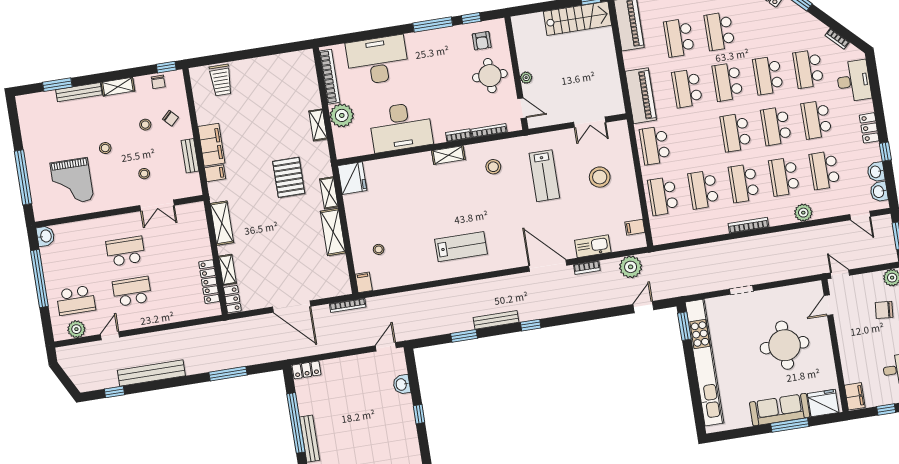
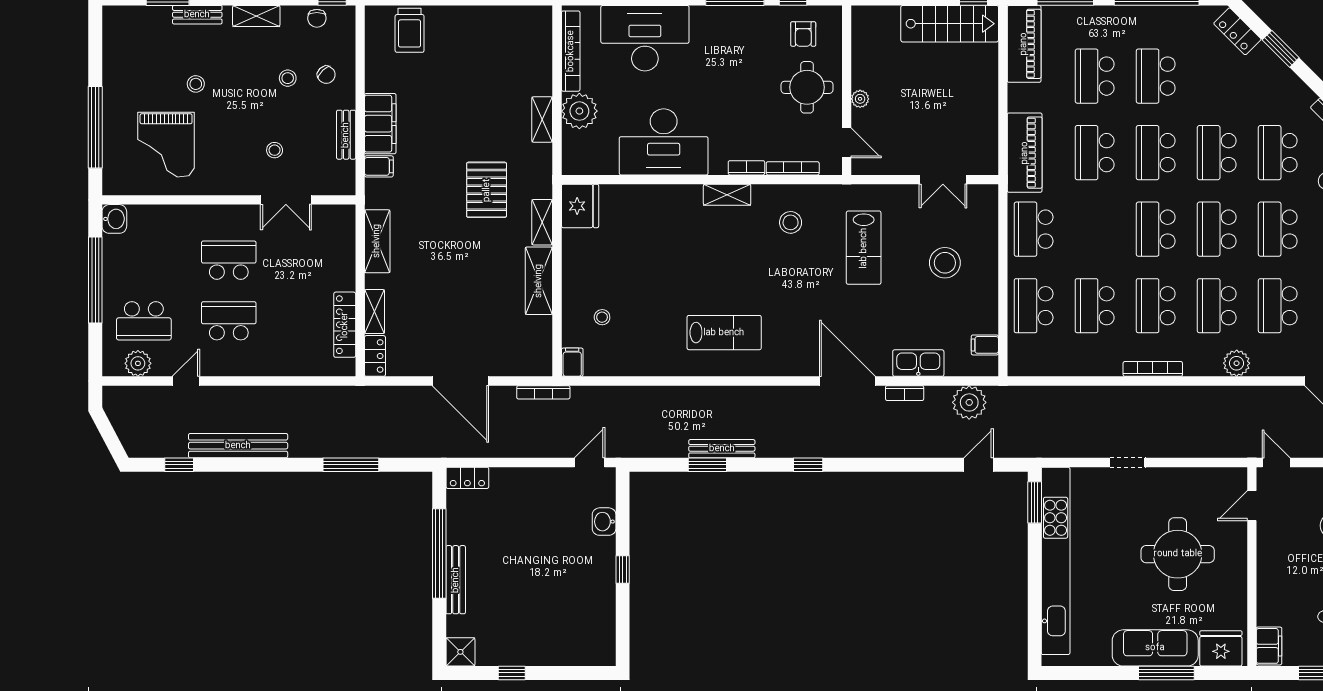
bench: (79, 92) -> (197, 15), width x0.73
stool: (105, 148) -> (196, 84), moved
bench: (496, 320) -> (722, 449), moved

